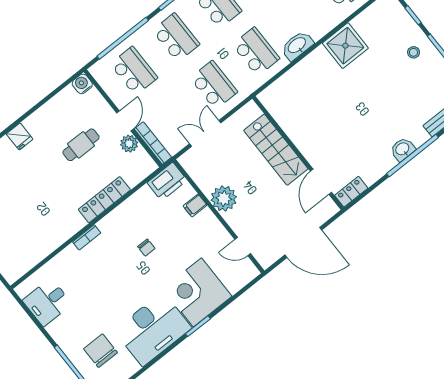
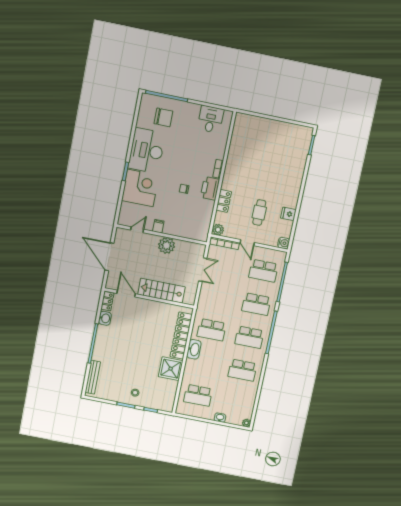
locker: (298, 75) -> (181, 336), added
school desk: (214, 85) -> (218, 297), removed
fridge: (20, 136) -> (288, 214), moved
plant: (129, 144) -> (218, 230), moved
washbasin: (403, 149) -> (105, 318), moved
printer: (167, 181) -> (210, 188), moved
locker: (104, 200) -> (224, 201), width x0.66
filing cabinet: (195, 206) -> (158, 226), moved
door: (303, 242) -> (109, 257), hinge flipped

